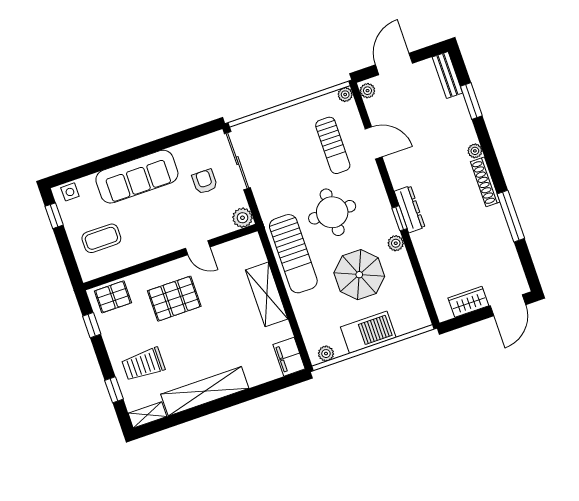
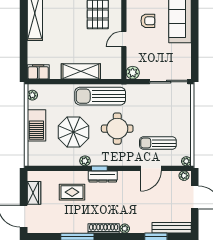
bench: (447, 75) -> (172, 228), width x1.36
armchair: (205, 182) -> (148, 21), moved
rug: (448, 246) -> (72, 192), added

